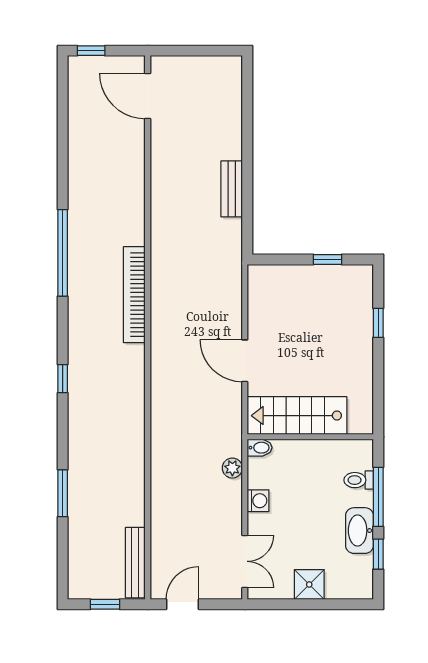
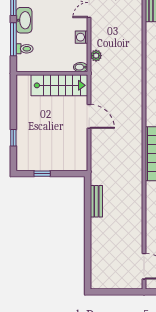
bench: (232, 189) -> (96, 201), moved

